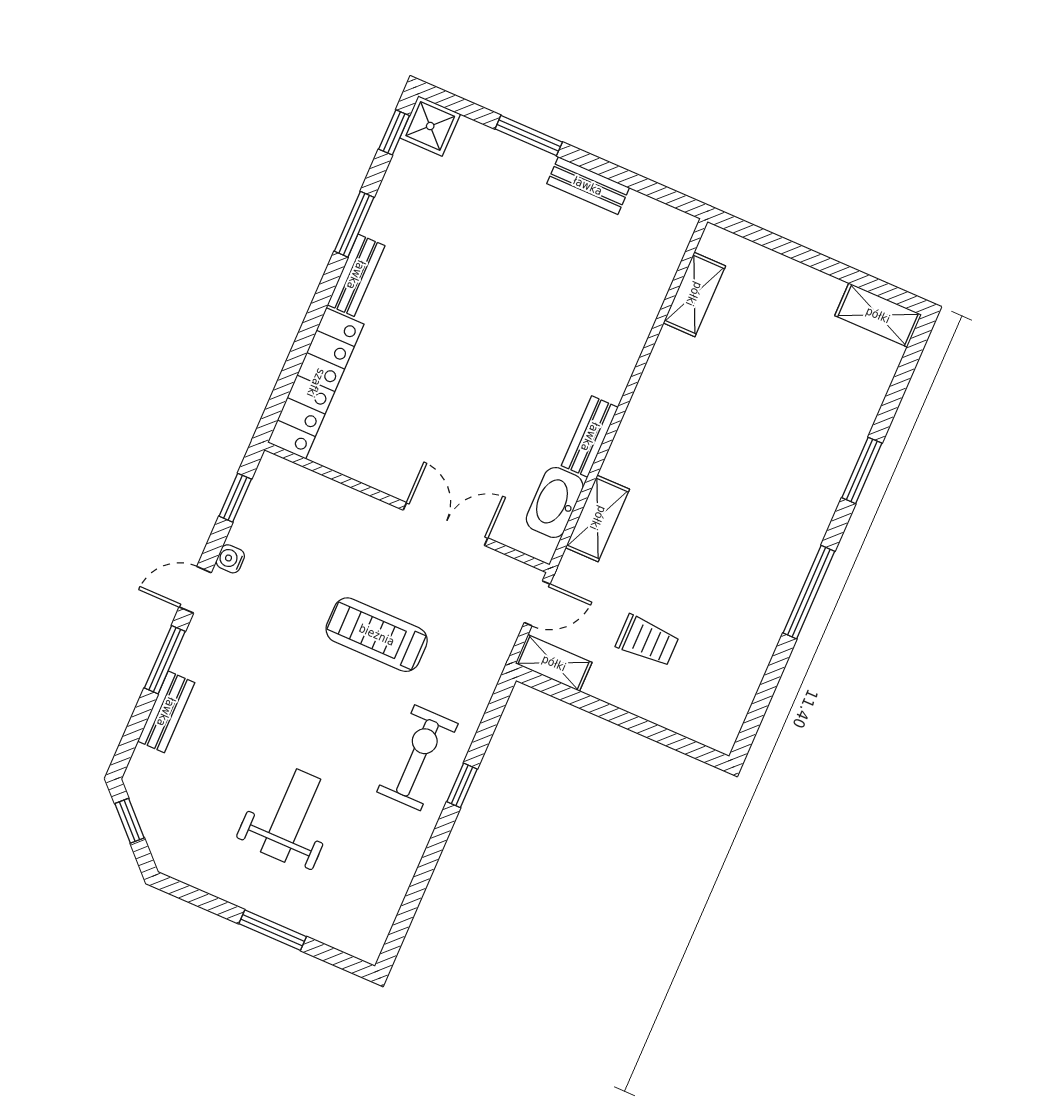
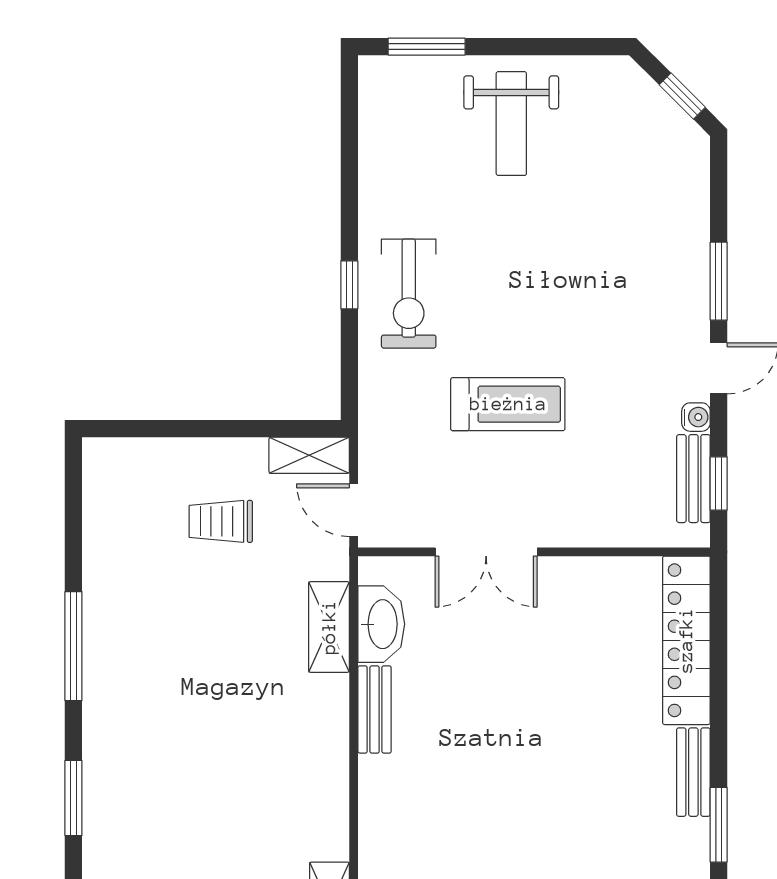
door: (537, 603) -> (354, 510), hinge flipped
bench: (166, 712) -> (693, 479), moved
weight bench: (291, 816) -> (511, 124), moved
window: (273, 930) -> (427, 47), moved

